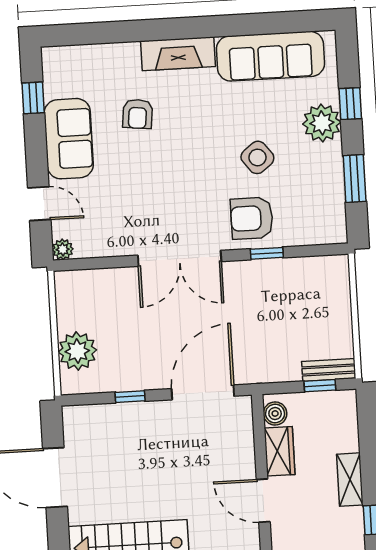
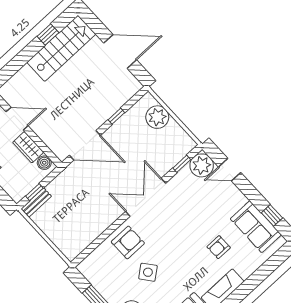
armchair: (138, 114) -> (219, 247), turned -96
sofa: (69, 139) -> (256, 227), moved
plant: (63, 249) -> (202, 165), width x1.87, depth x1.87
window: (267, 253) -> (182, 164), moved
door: (203, 392) -> (85, 145), hinge flipped

